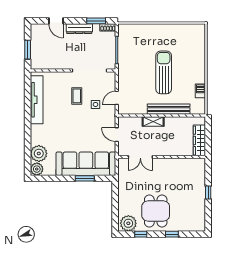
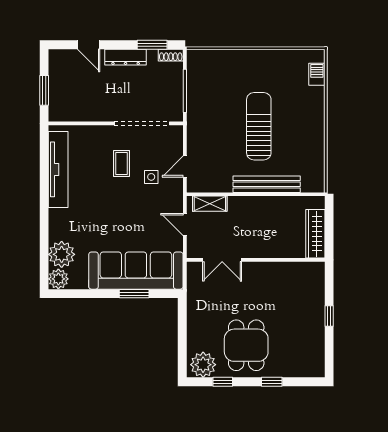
barbecue: (200, 91) -> (317, 74), moved
shelving: (153, 121) -> (210, 204), moved

